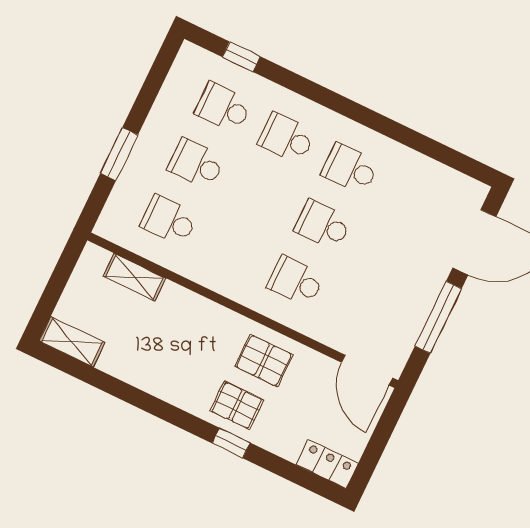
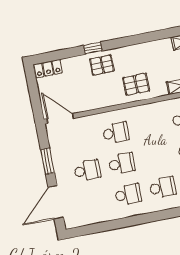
school desk: (386, 255) -> (87, 170), added
window: (438, 317) -> (48, 161), width x0.69
pallet: (264, 361) -> (136, 84), moved

